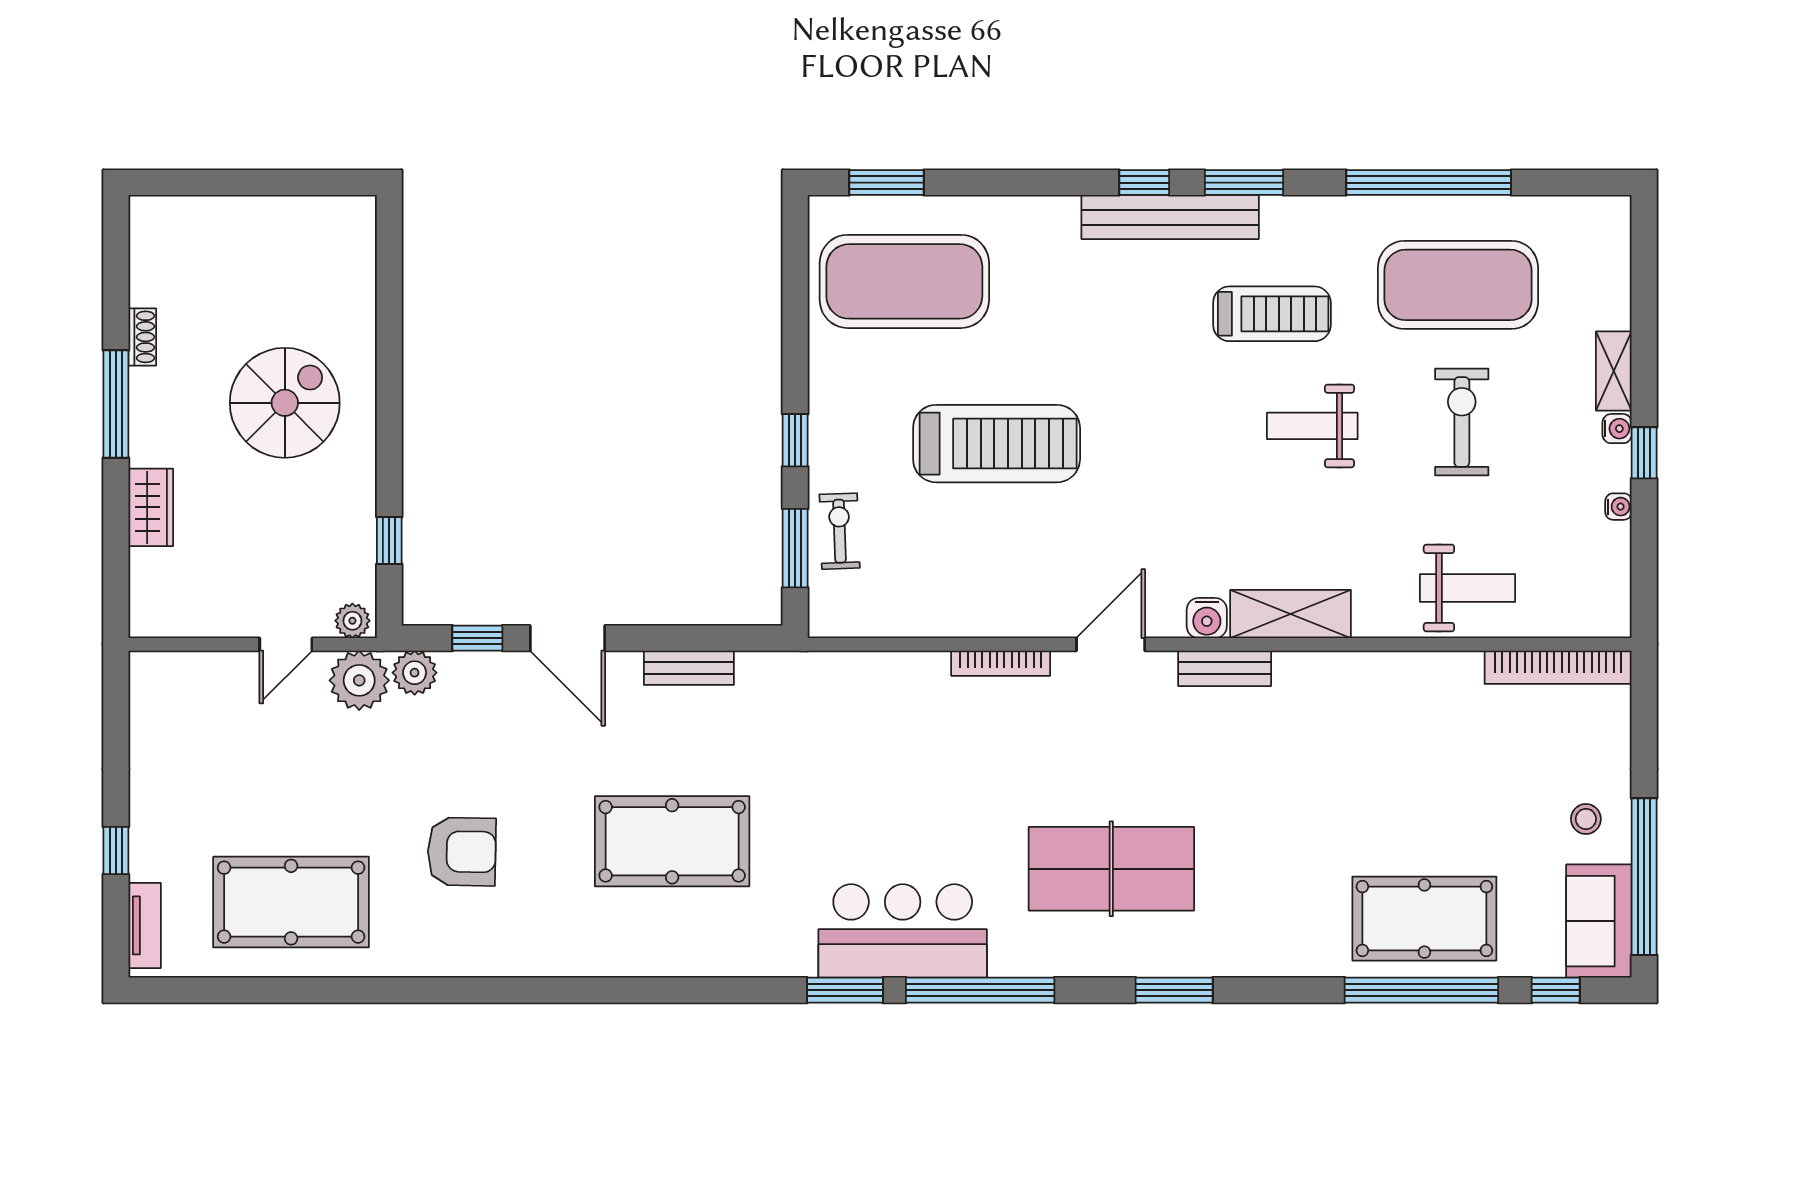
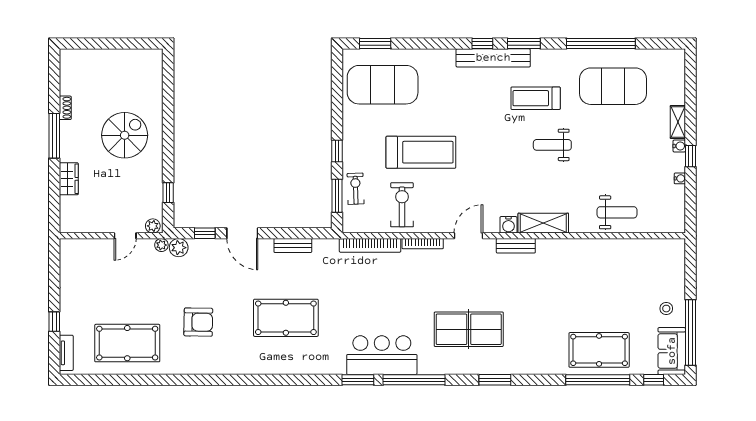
treadmill: (1272, 314) -> (536, 98), turned 180
exercise bike: (1462, 422) -> (402, 205), moved
bookcase: (1558, 667) -> (370, 245), moved
plant: (359, 680) -> (161, 245), width x0.53, depth x0.53

